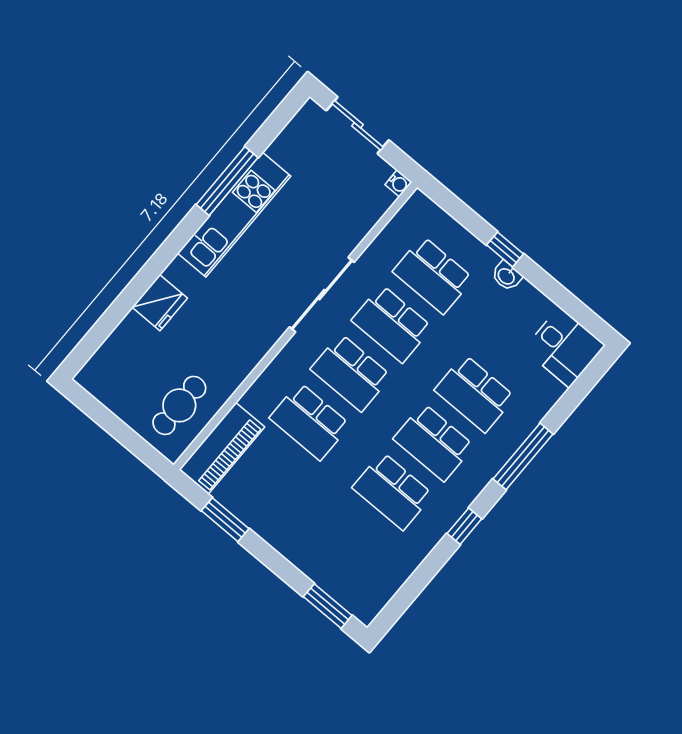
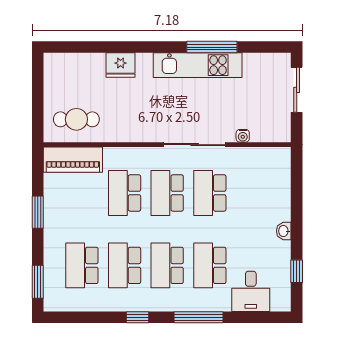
water cooler: (398, 183) -> (243, 136), moved
window: (505, 249) -> (297, 271), moved
school desk: (433, 275) -> (82, 265), moved
desk: (564, 347) -> (251, 291), moved
window: (225, 520) -> (38, 212), moved

